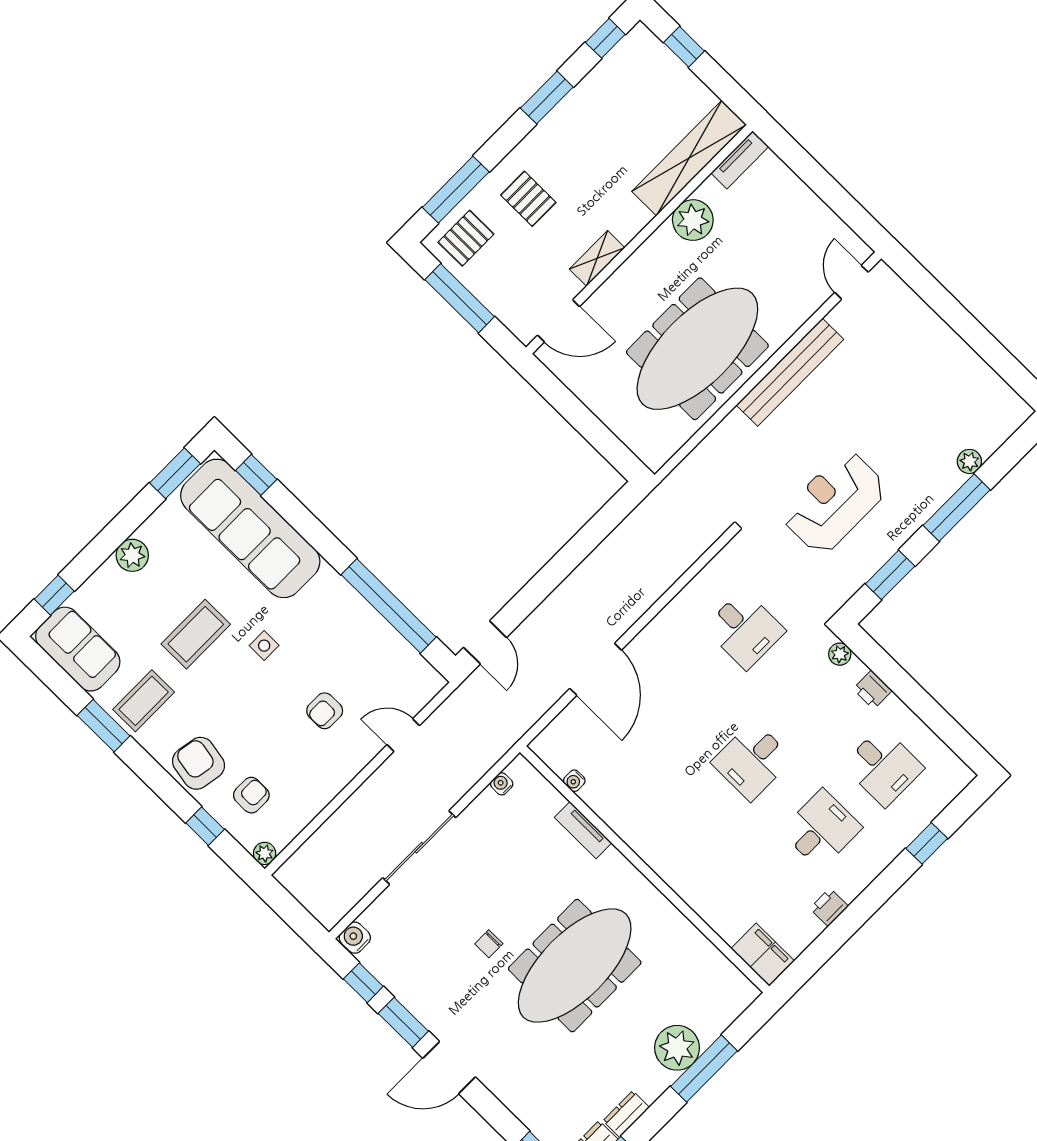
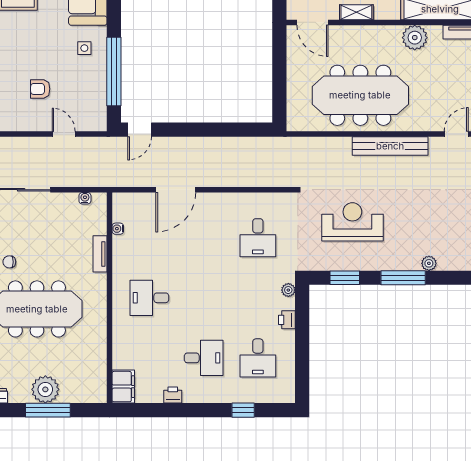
side table: (264, 646) -> (84, 48), moved
desk: (752, 761) -> (149, 298), moved

